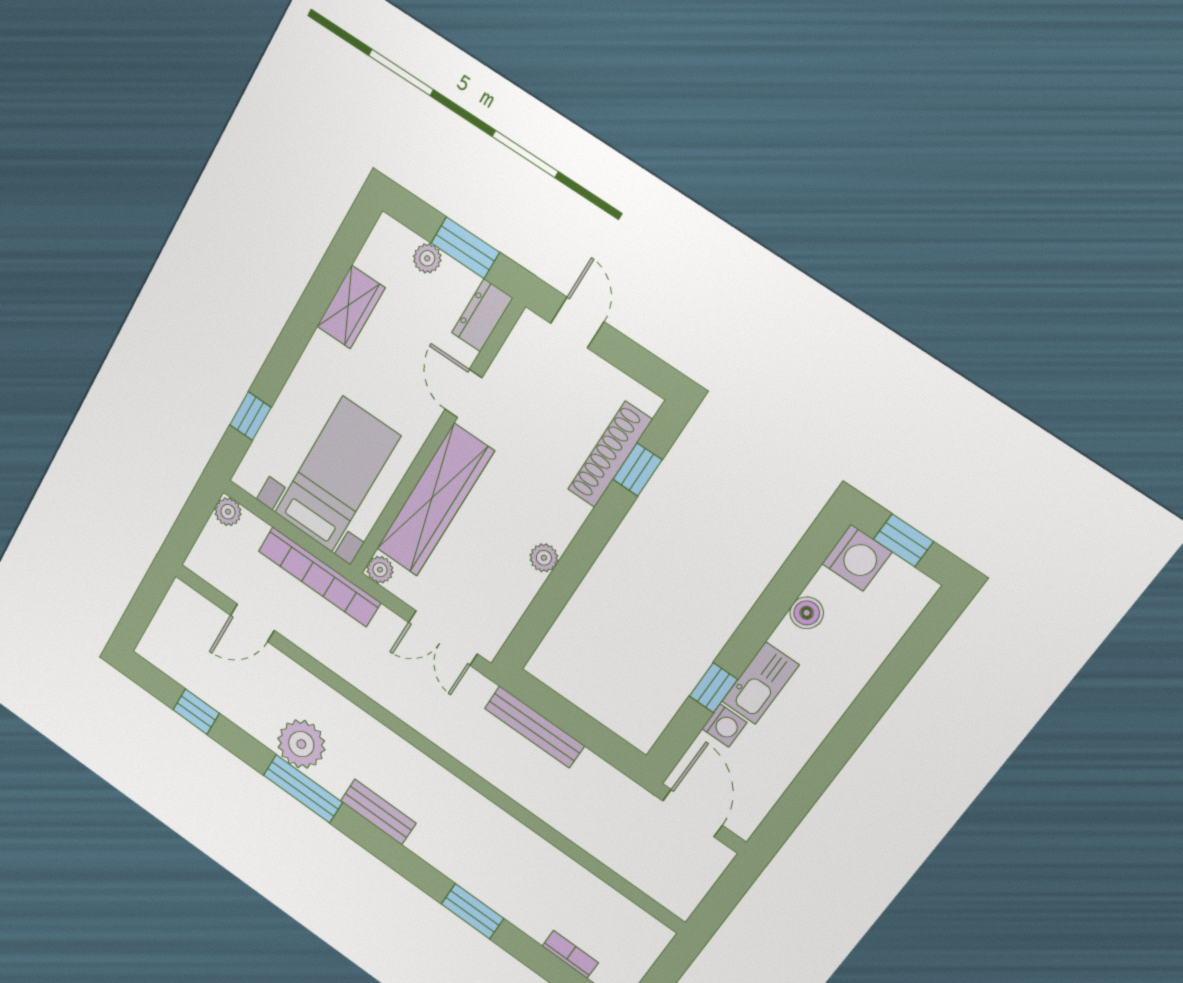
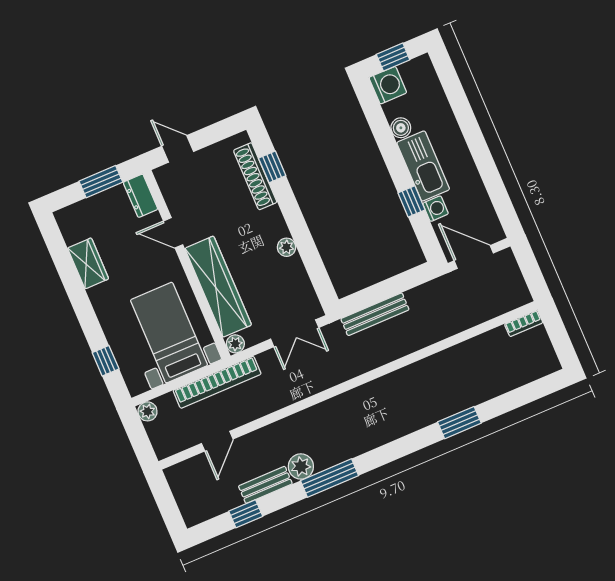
plant: (427, 258) -> (92, 205), removed
kitchen sink: (760, 683) -> (423, 166), width x1.36, depth x1.24
plant: (301, 744) -> (301, 467), width x0.73, depth x0.73
bench: (378, 812) -> (265, 485), moved
bookcase: (570, 954) -> (524, 323), moved, turned 180

